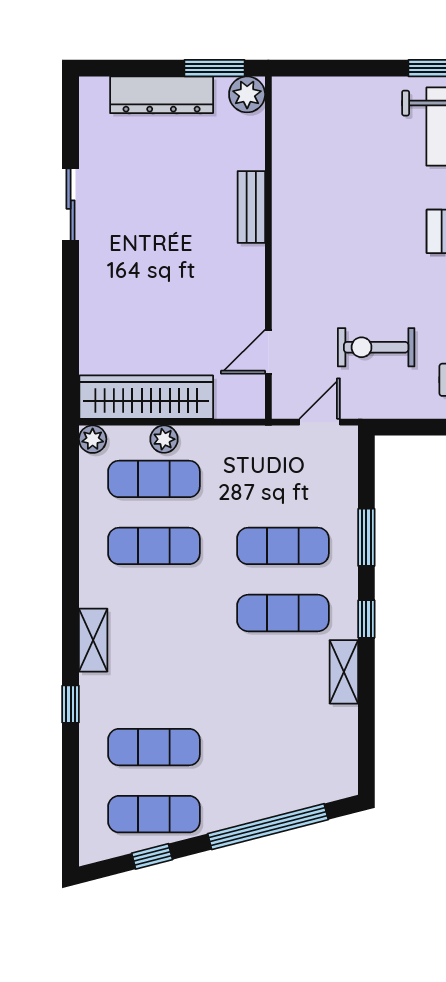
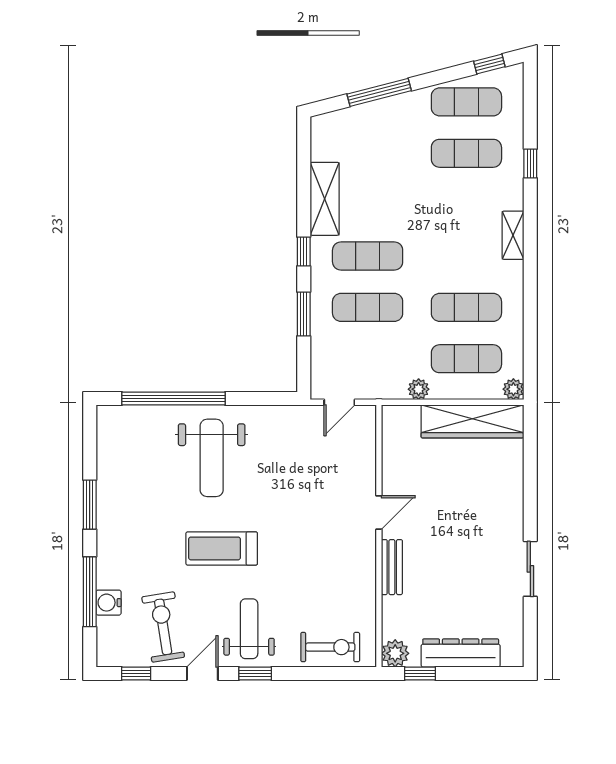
window: (215, 68) -> (420, 673), width x0.67
exercise bike: (376, 347) -> (330, 647), moved
door: (268, 352) -> (379, 512), moved
plant: (164, 439) -> (419, 389), moved
shelving: (344, 672) -> (325, 199), width x1.50, depth x1.33
window: (71, 704) -> (530, 163), moved
window: (268, 827) -> (379, 92), width x0.68
window: (152, 856) -> (489, 64), moved

